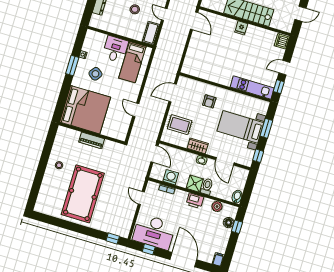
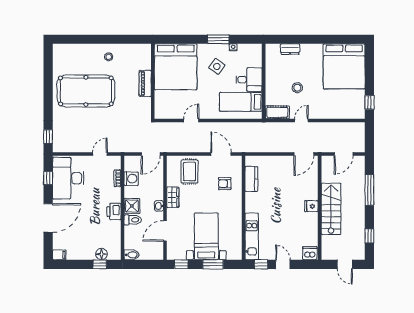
kitchen counter: (202, 73) -> (251, 179), added
armchair: (209, 101) -> (225, 184), moved
plant: (217, 206) -> (115, 237), removed

